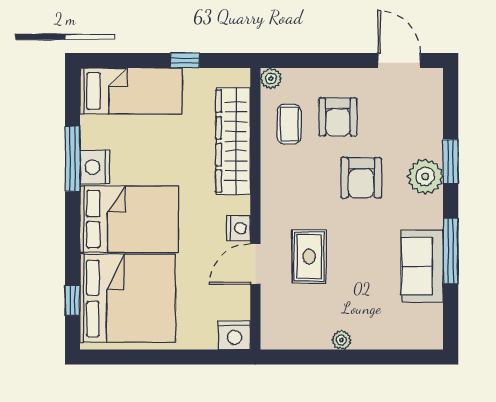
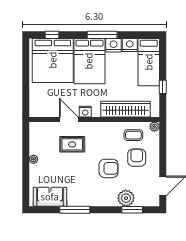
armchair: (338, 117) -> (137, 158), turned 90
window: (72, 159) -> (102, 35), moved
window: (451, 161) -> (132, 210), moved
plant: (425, 176) -> (126, 198), moved
armchair: (361, 178) -> (109, 168), turned 180
sofa: (422, 266) -> (50, 197), moved
nightstand: (234, 335) -> (130, 45), moved, turned 90

